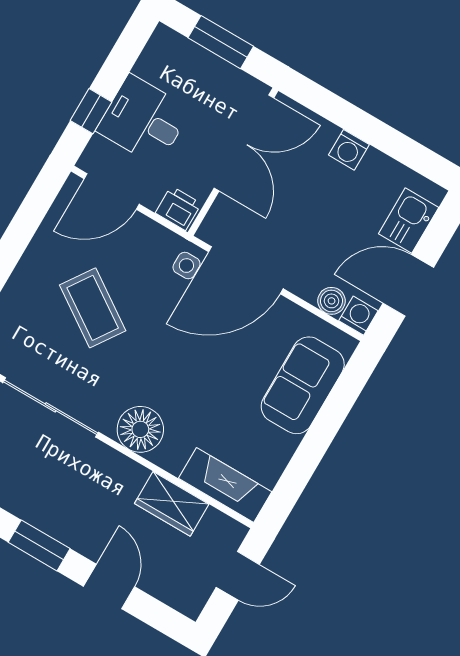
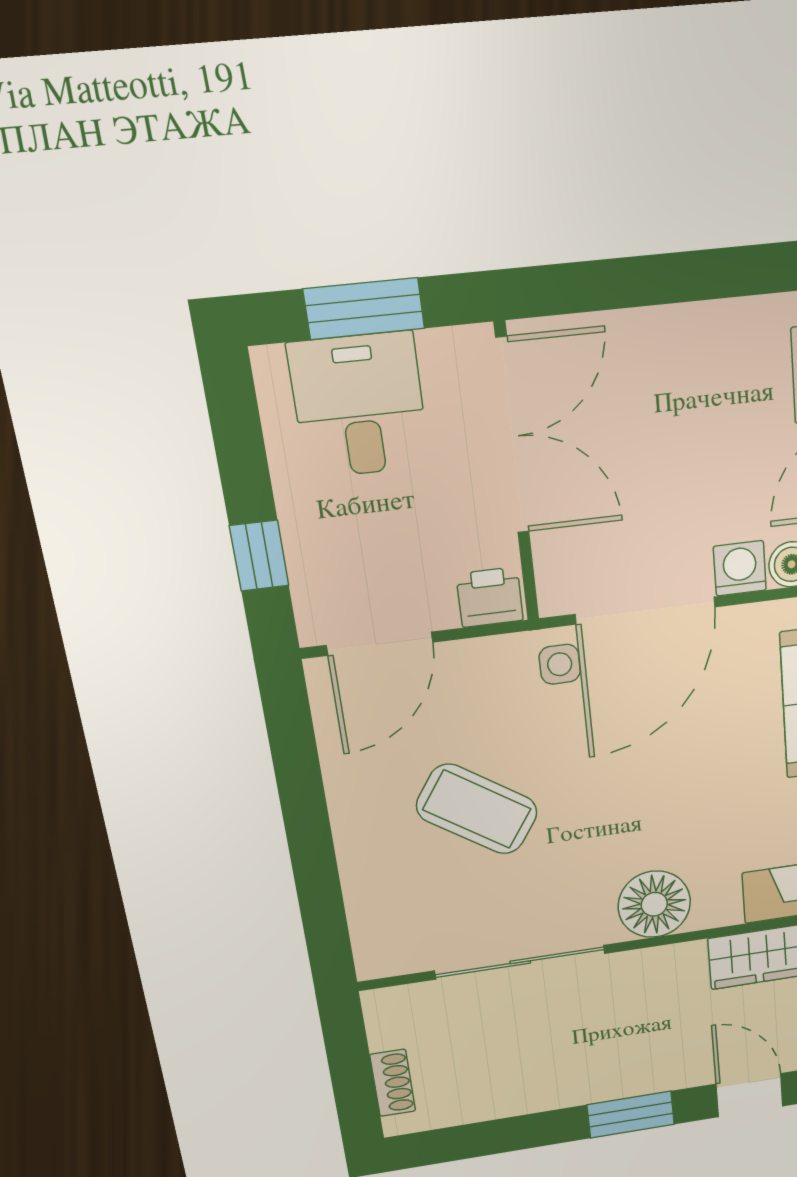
desk: (144, 120) -> (359, 405), moved, turned 90
washing machine: (349, 150) -> (740, 568), moved, turned 180

